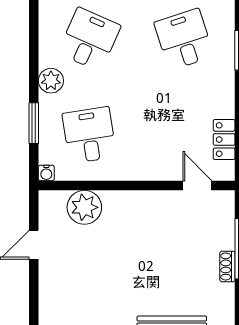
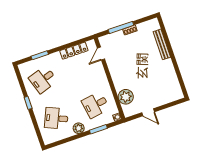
locker: (224, 140) -> (74, 51), width x1.53

